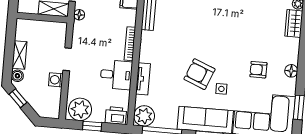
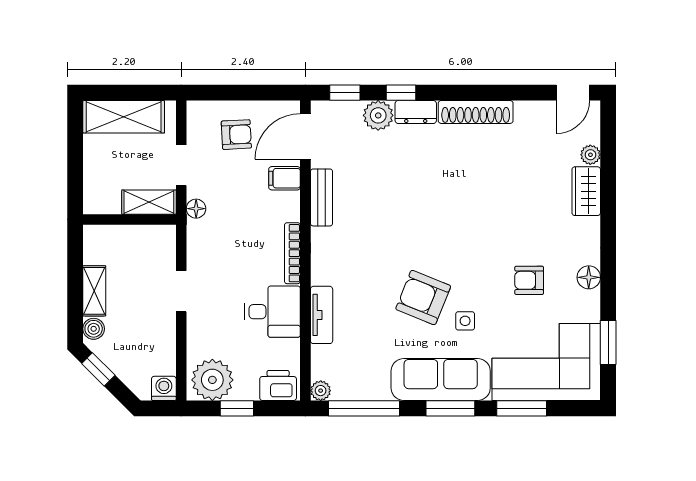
washing machine: (56, 80) -> (164, 388), moved, turned 90
plant: (144, 116) -> (321, 391), width x0.53, depth x0.53

